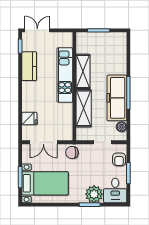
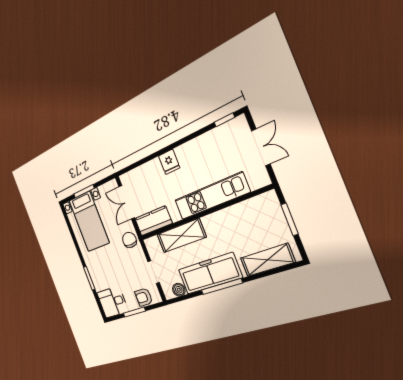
double door: (37, 30) -> (261, 147), moved
kitchen counter: (29, 66) -> (153, 221), moved, turned 180
shelving: (83, 71) -> (267, 260), moved
fridge: (29, 118) -> (169, 162), moved
plant: (94, 194) -> (100, 280), removed

